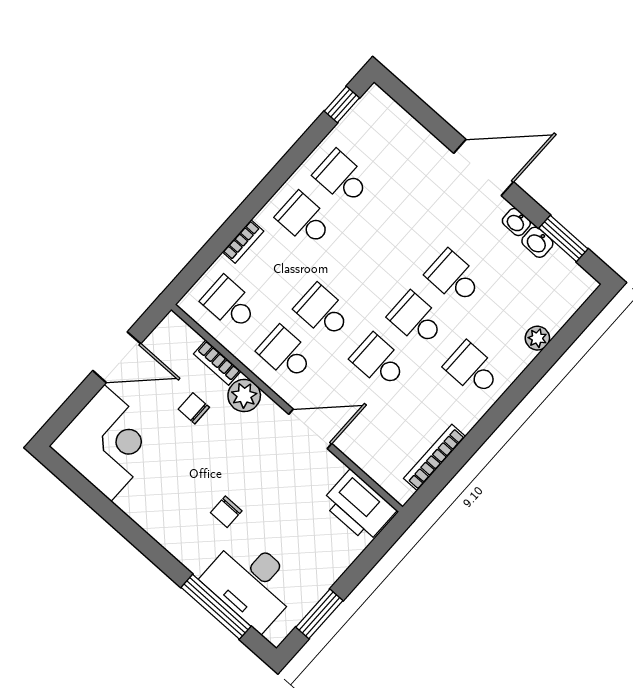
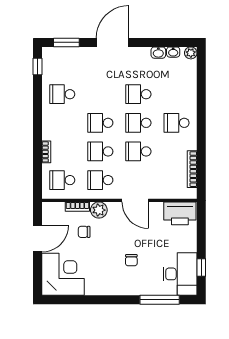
school desk: (304, 220) -> (100, 123), moved
washbasin: (516, 222) -> (173, 52), moved
window: (563, 239) -> (66, 42), moved
plant: (537, 338) -> (191, 53), moved
door: (310, 429) -> (135, 200), swing flipped
desk: (252, 583) -> (180, 274), moved, turned -90
window: (319, 614) -> (201, 267), width x0.67

